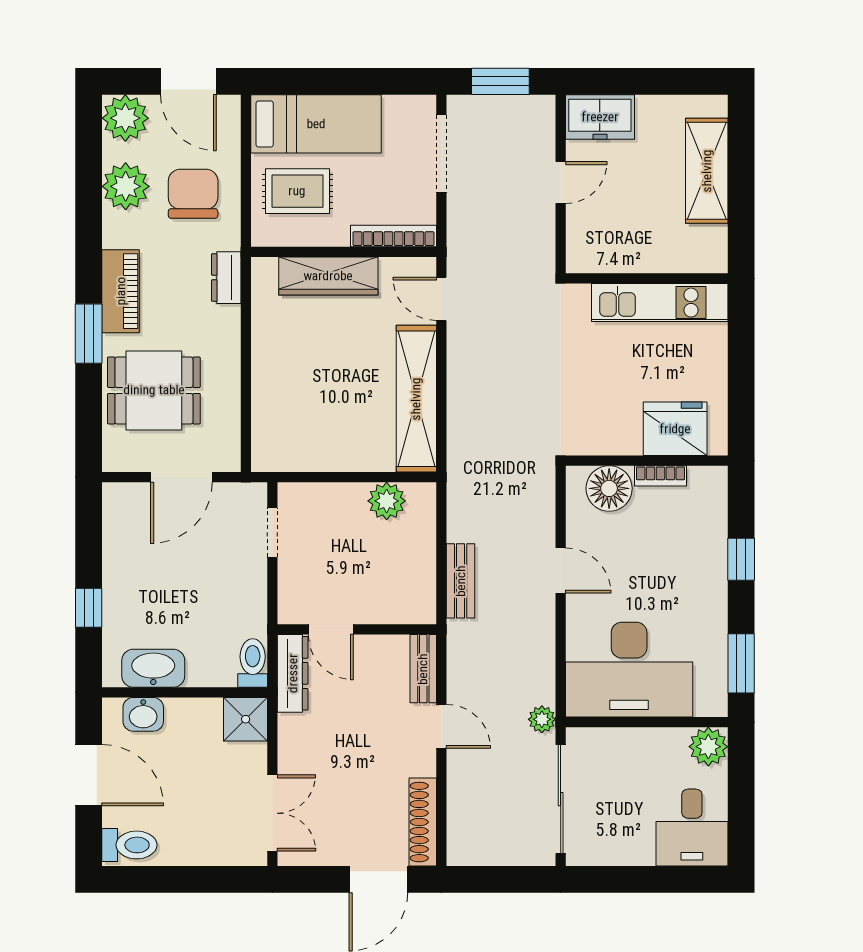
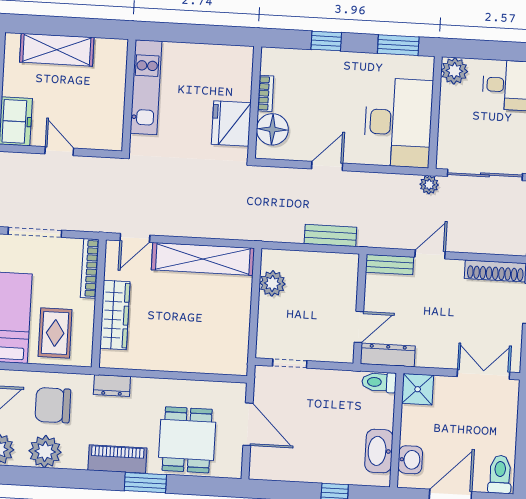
fridge: (675, 429) -> (231, 123), moved

